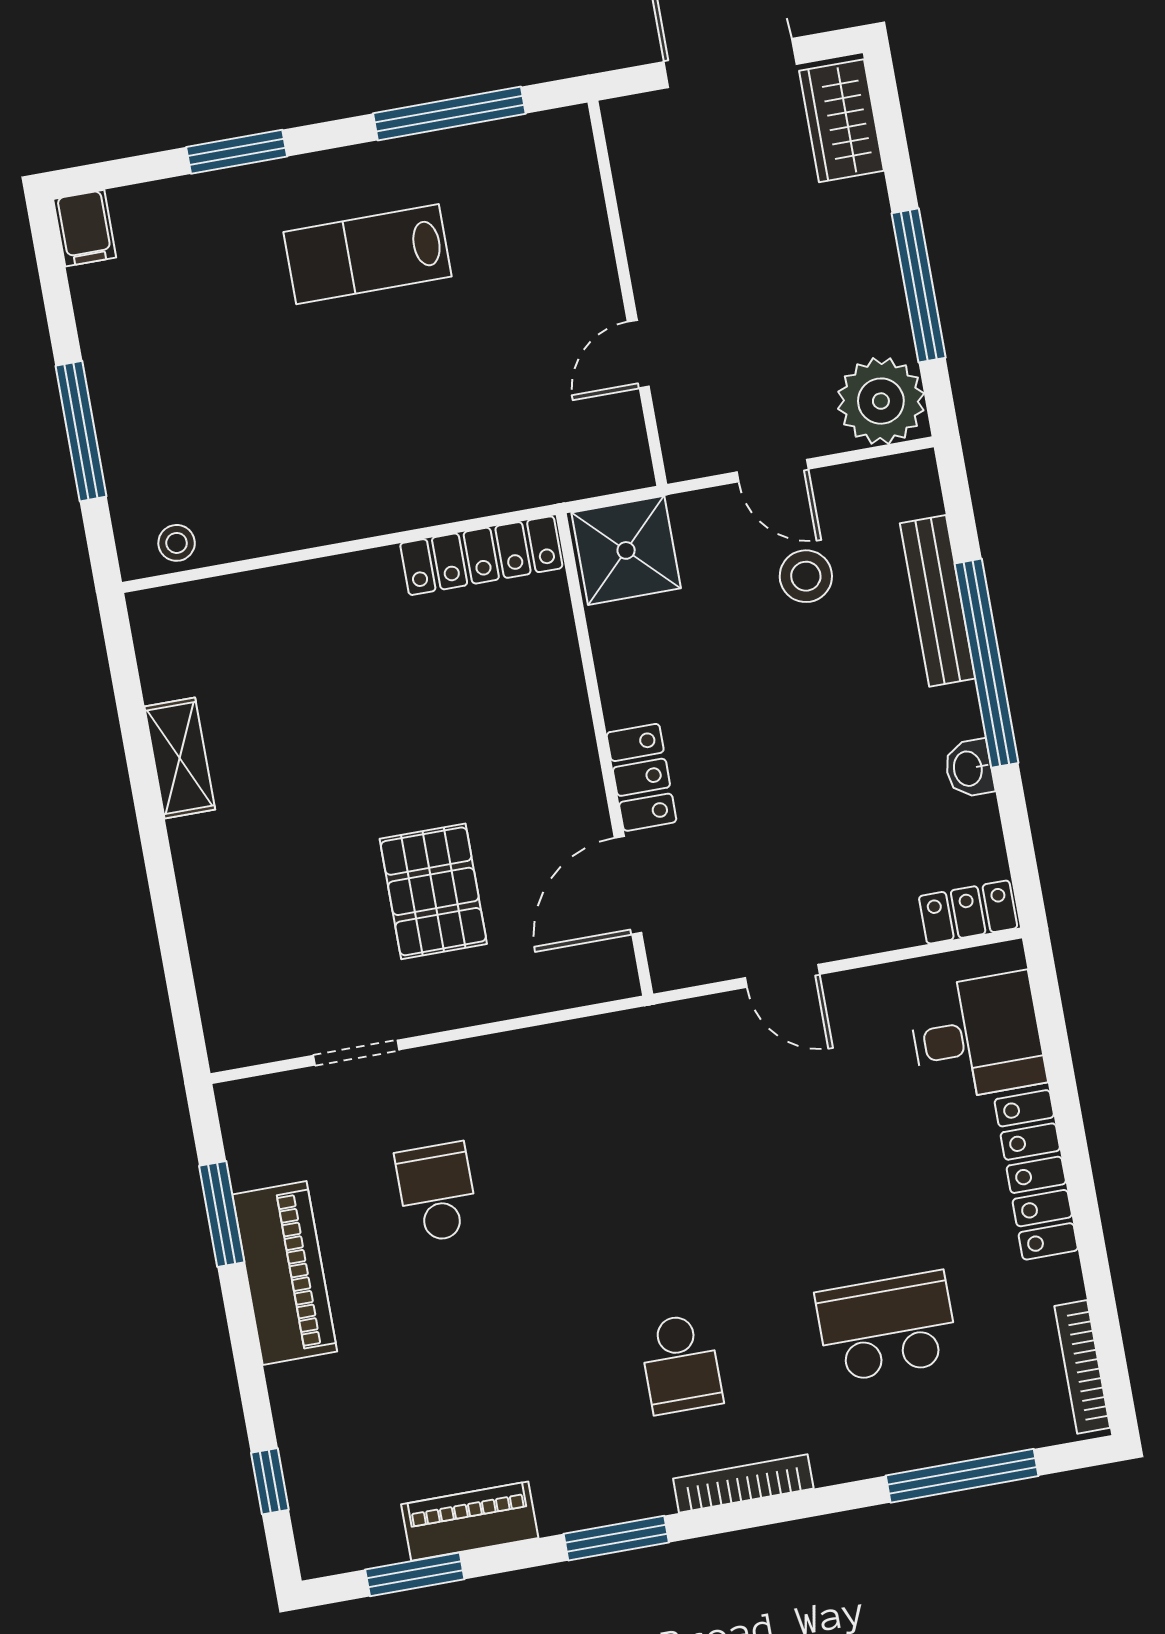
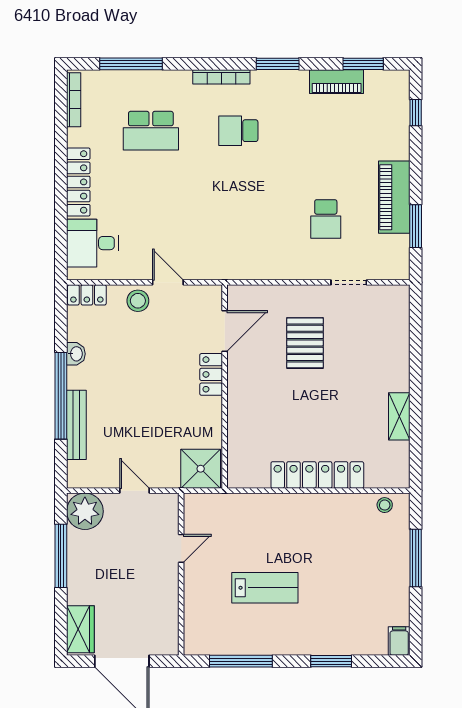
lab bench: (367, 254) -> (265, 588), moved
locker: (481, 556) -> (317, 475), moved, width x1.41, depth x1.21
stool: (806, 576) -> (138, 301), moved
school desk: (681, 1364) -> (238, 131), turned -90

